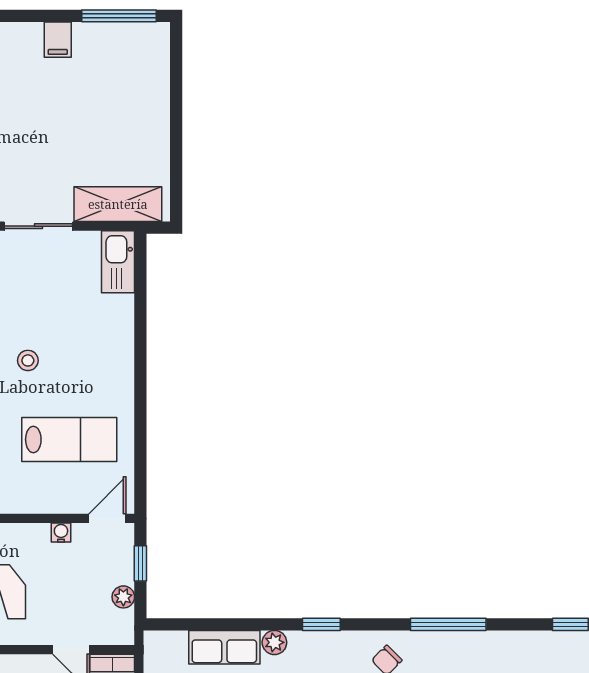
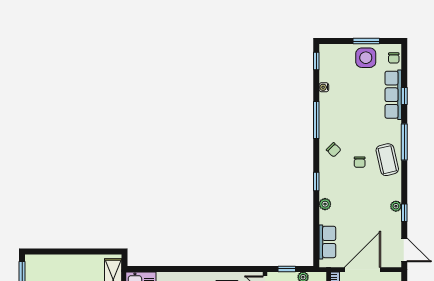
water cooler: (516, 640) -> (324, 87), added
row of seats: (224, 647) -> (327, 242), moved

